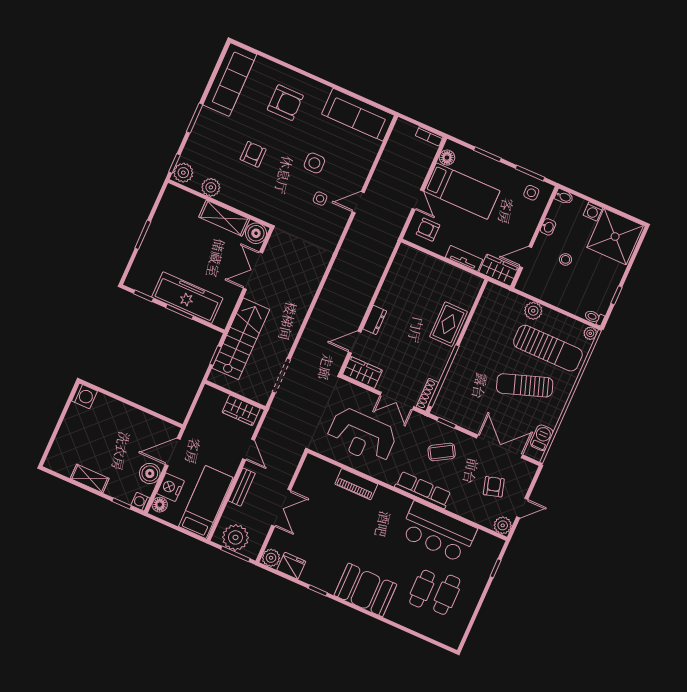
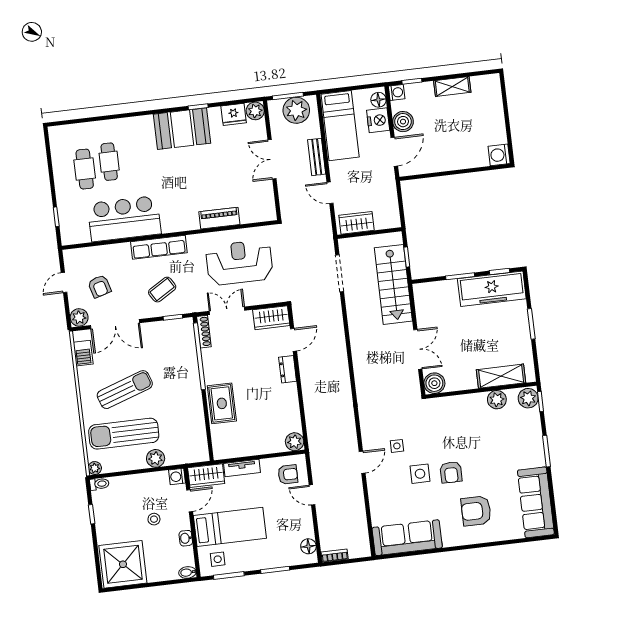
armchair: (253, 154) -> (451, 472), moved
bed: (462, 191) -> (230, 527), moved, turned 180
washing machine: (593, 211) -> (177, 477), moved, turned -90
shelving: (224, 218) -> (501, 376), moved
plant: (406, 254) -> (295, 442), added
freezer: (187, 298) -> (492, 289), moved
plant: (503, 525) -> (79, 317), moved
booth: (365, 590) -> (182, 129), moved

